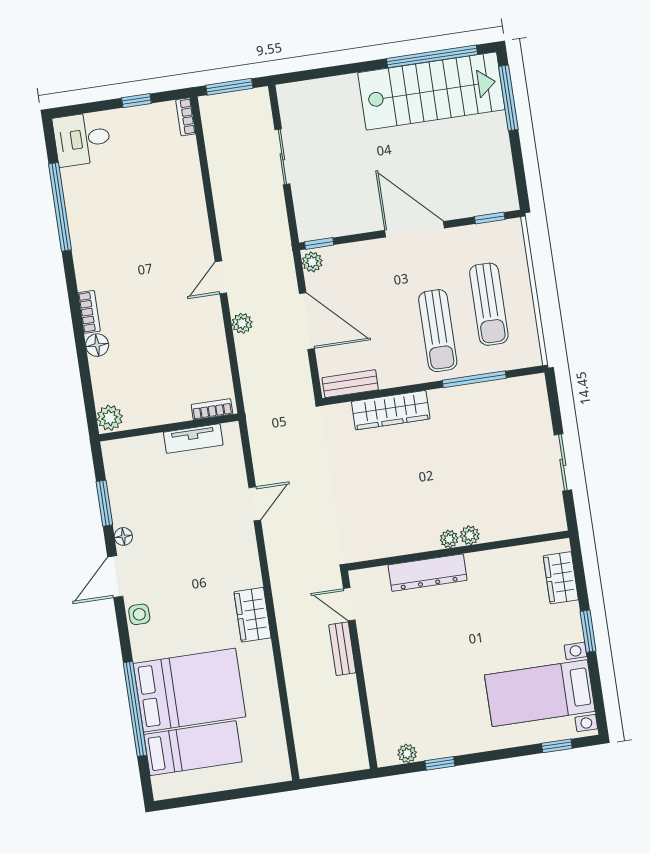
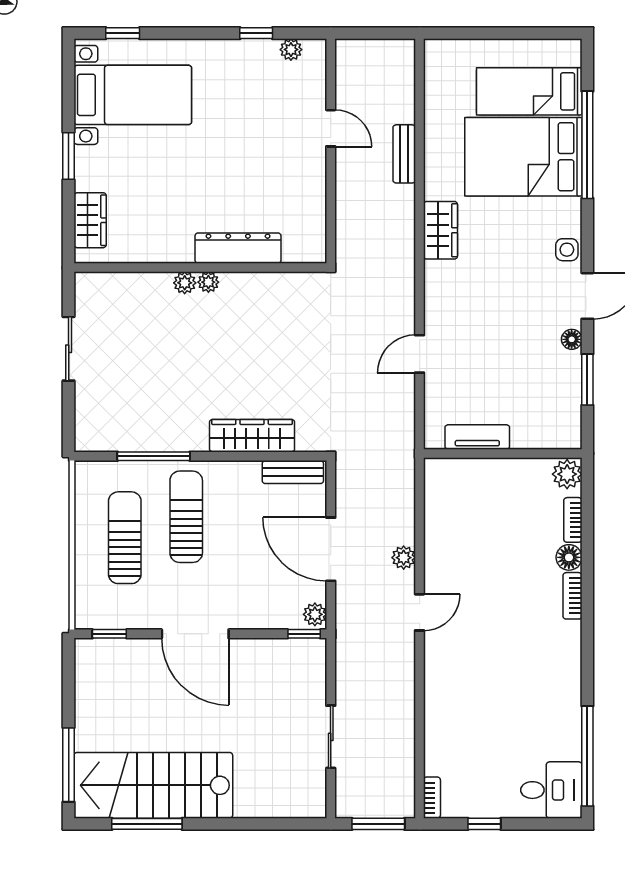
window: (432, 56) -> (147, 824), width x0.68
window: (60, 207) -> (587, 756), moved
bookcase: (212, 409) -> (573, 520), moved, turned 90
door: (349, 604) -> (331, 128), moved
bench: (342, 649) -> (404, 154), moved

